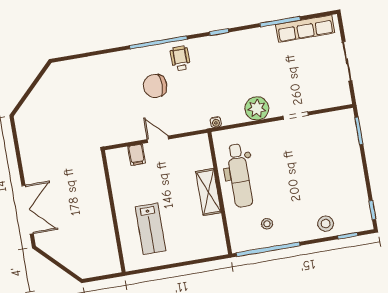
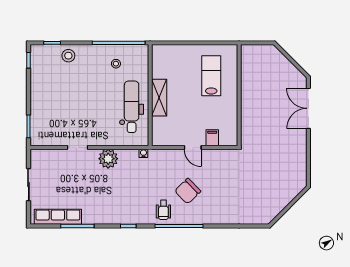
chair: (155, 86) -> (188, 191), turned 136

